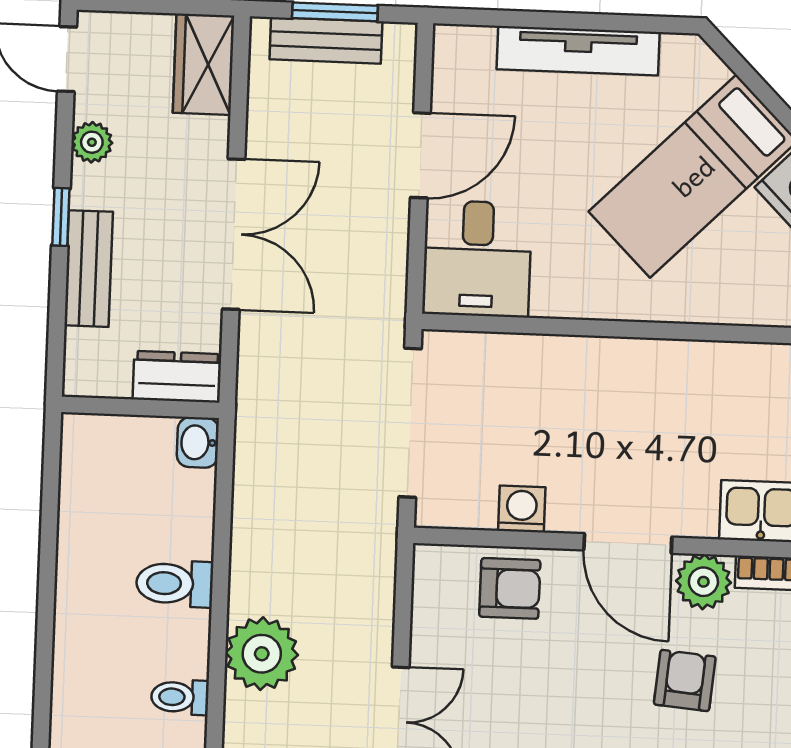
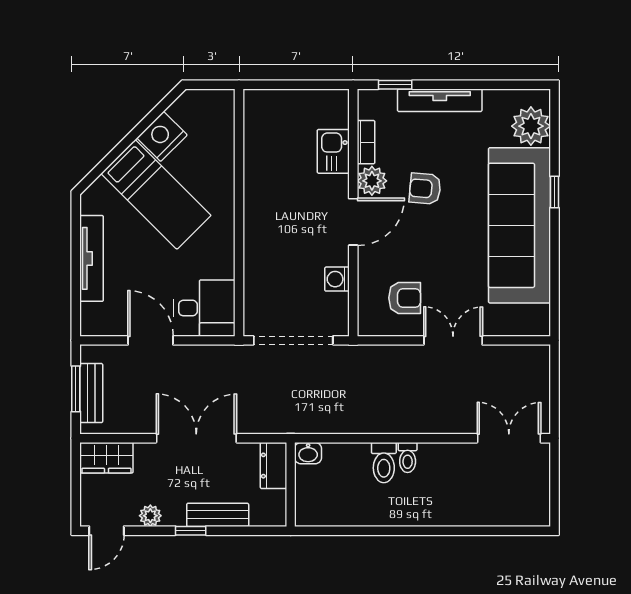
armchair: (510, 588) -> (405, 298), moved, turned 90
plant: (262, 654) -> (419, 415), removed
toilet: (180, 697) -> (408, 457), moved

